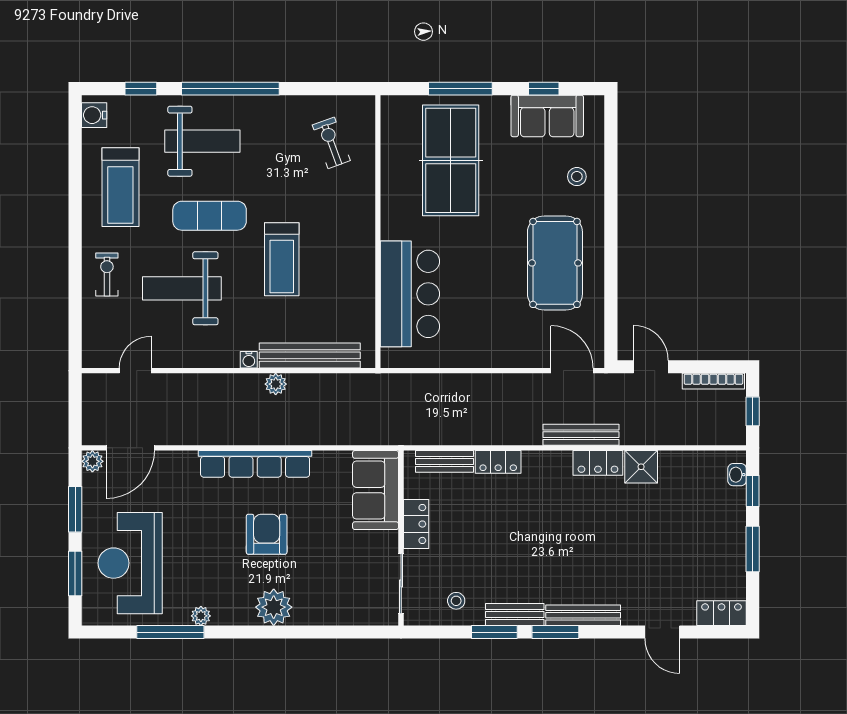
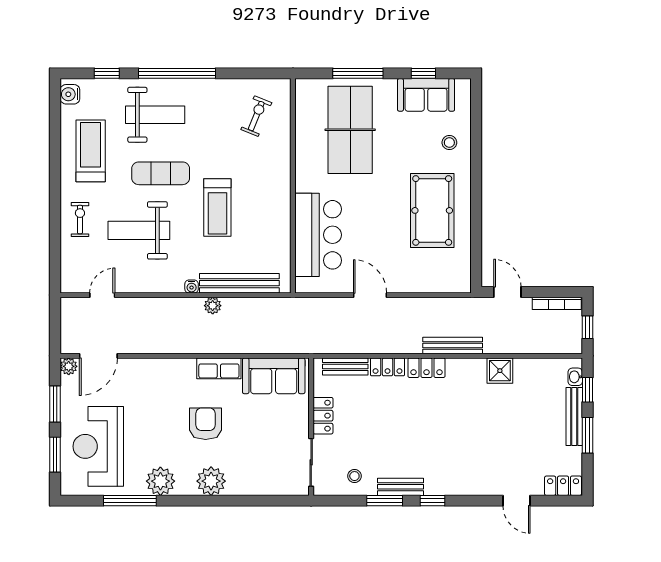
exercise bike: (331, 143) -> (256, 116), turned 42
treadmill: (120, 187) -> (91, 151), turned 180
door: (572, 371) -> (370, 295), moved
locker: (598, 463) -> (427, 368), moved
row of seats: (255, 464) -> (219, 368), width x0.50
sofa: (376, 490) -> (274, 376), moved, turned -90
bench: (583, 615) -> (574, 417), moved, turned 90
plant: (201, 616) -> (160, 481), width x1.87, depth x1.87
window: (555, 632) -> (433, 501), width x0.67

